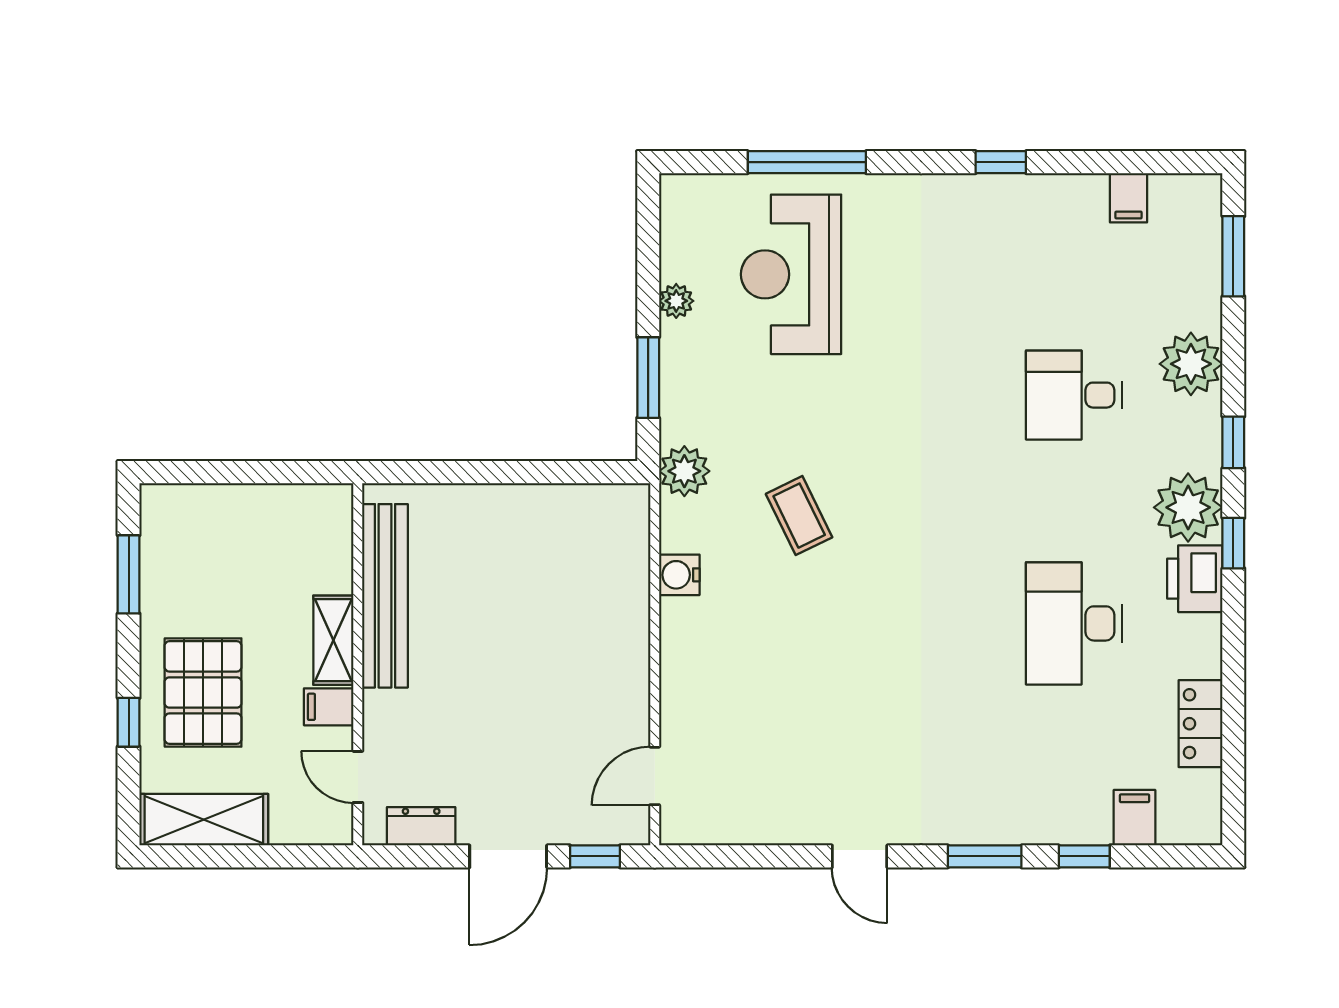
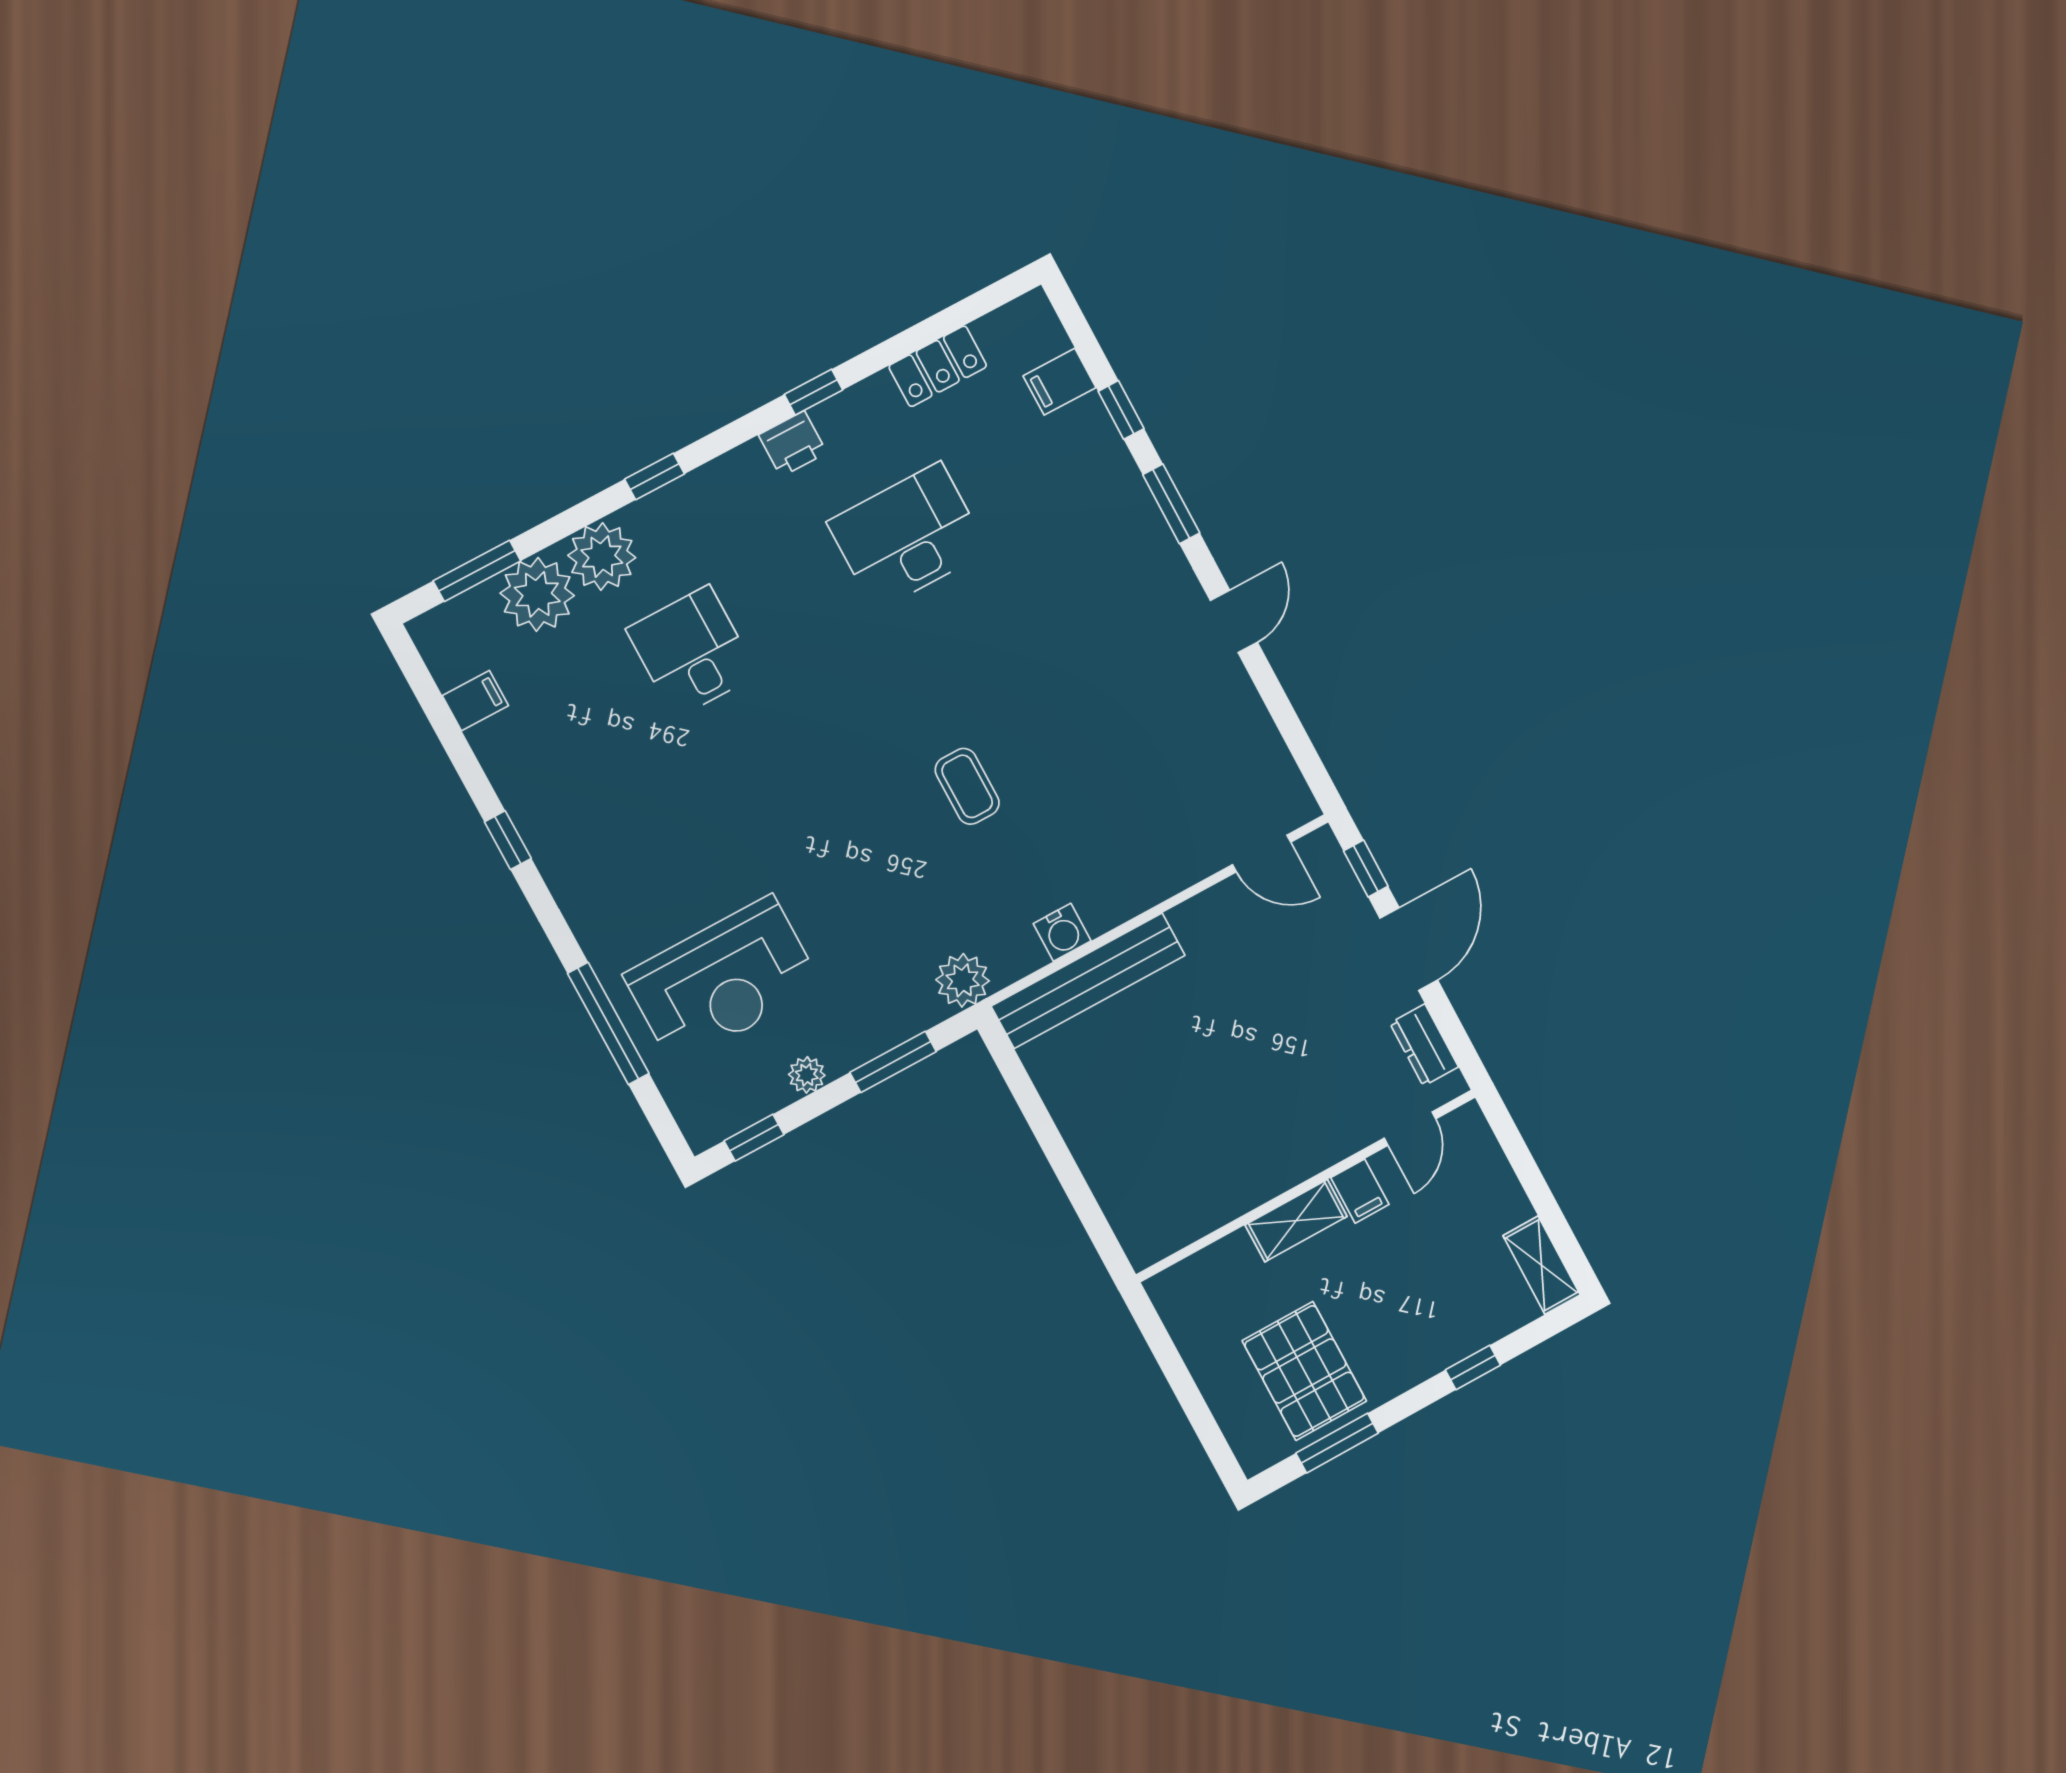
window: (648, 230) -> (754, 1138), added
desk: (1074, 395) -> (692, 652), turned 180
plant: (1188, 507) -> (537, 594), moved
coffee table: (799, 516) -> (967, 786), moved, turned -64
window: (1233, 543) -> (813, 392), moved
printer: (1195, 579) -> (793, 444), width x0.73, depth x0.81
bench: (385, 596) -> (1088, 981), moved
desk: (1074, 623) -> (908, 536), turned 180
pallet: (203, 692) -> (1304, 1371), moved, turned 90
shelving: (204, 820) -> (1542, 1265), width x0.67, depth x0.75
door: (508, 856) -> (1409, 949), hinge flipped

